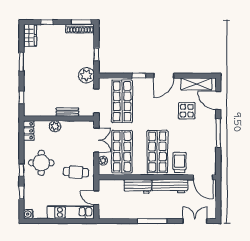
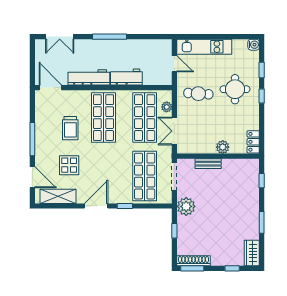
round table: (41, 163) -> (235, 89), moved
trolley: (180, 163) -> (70, 128), moved

